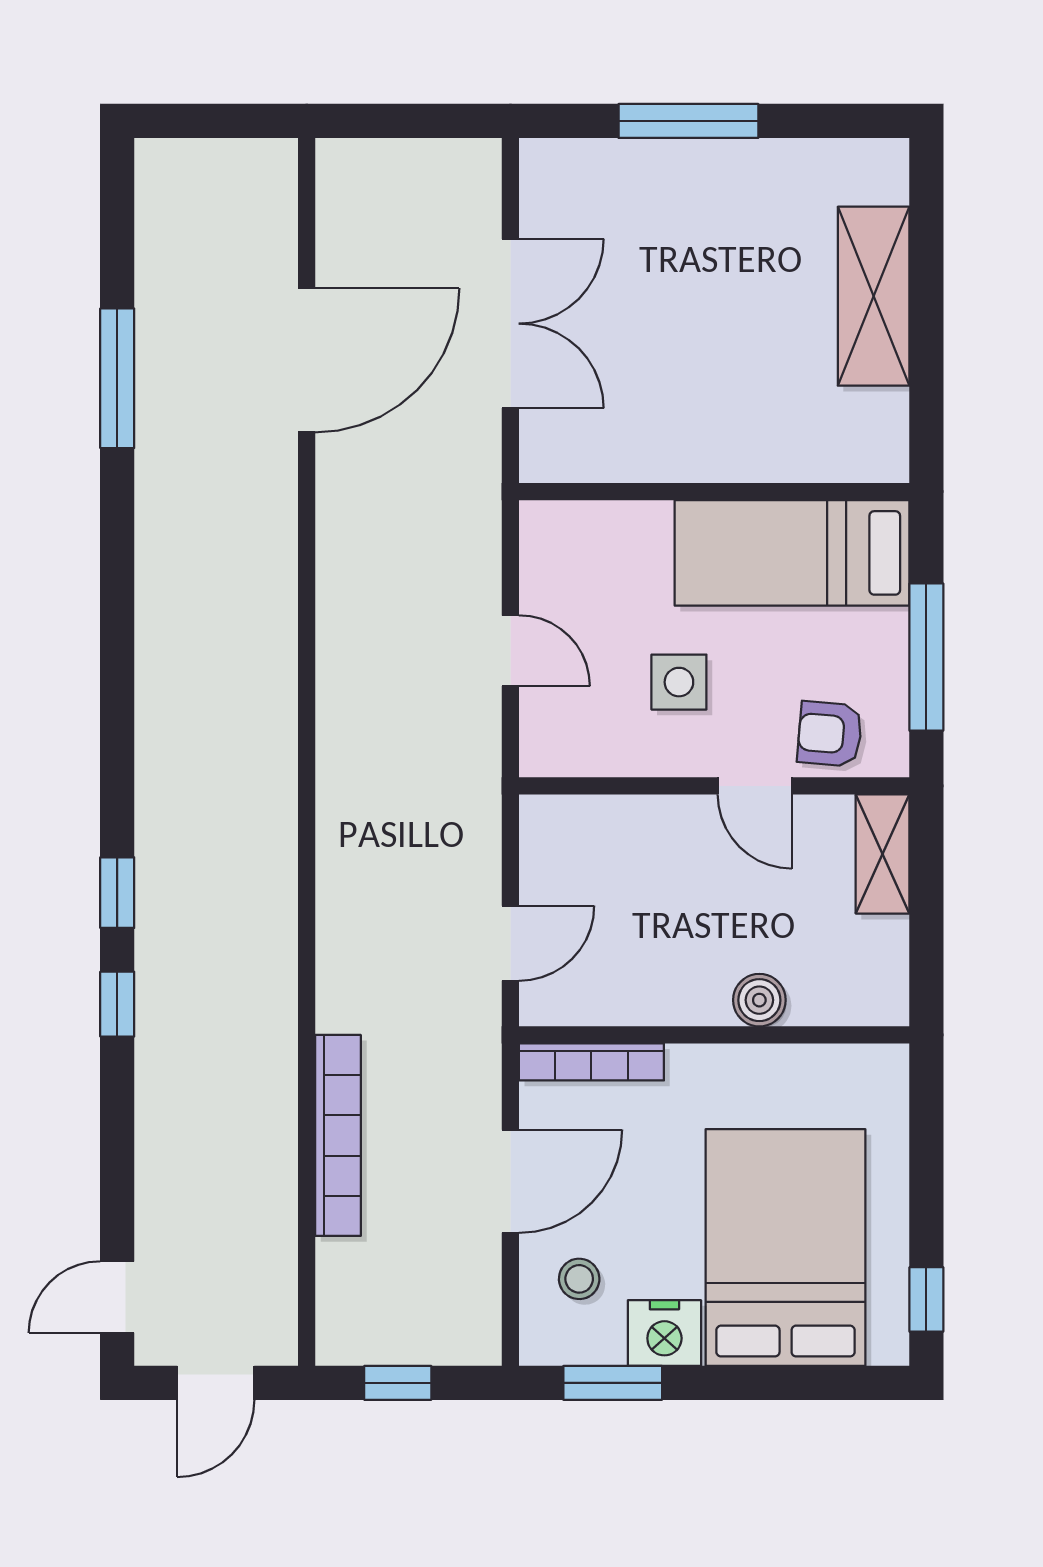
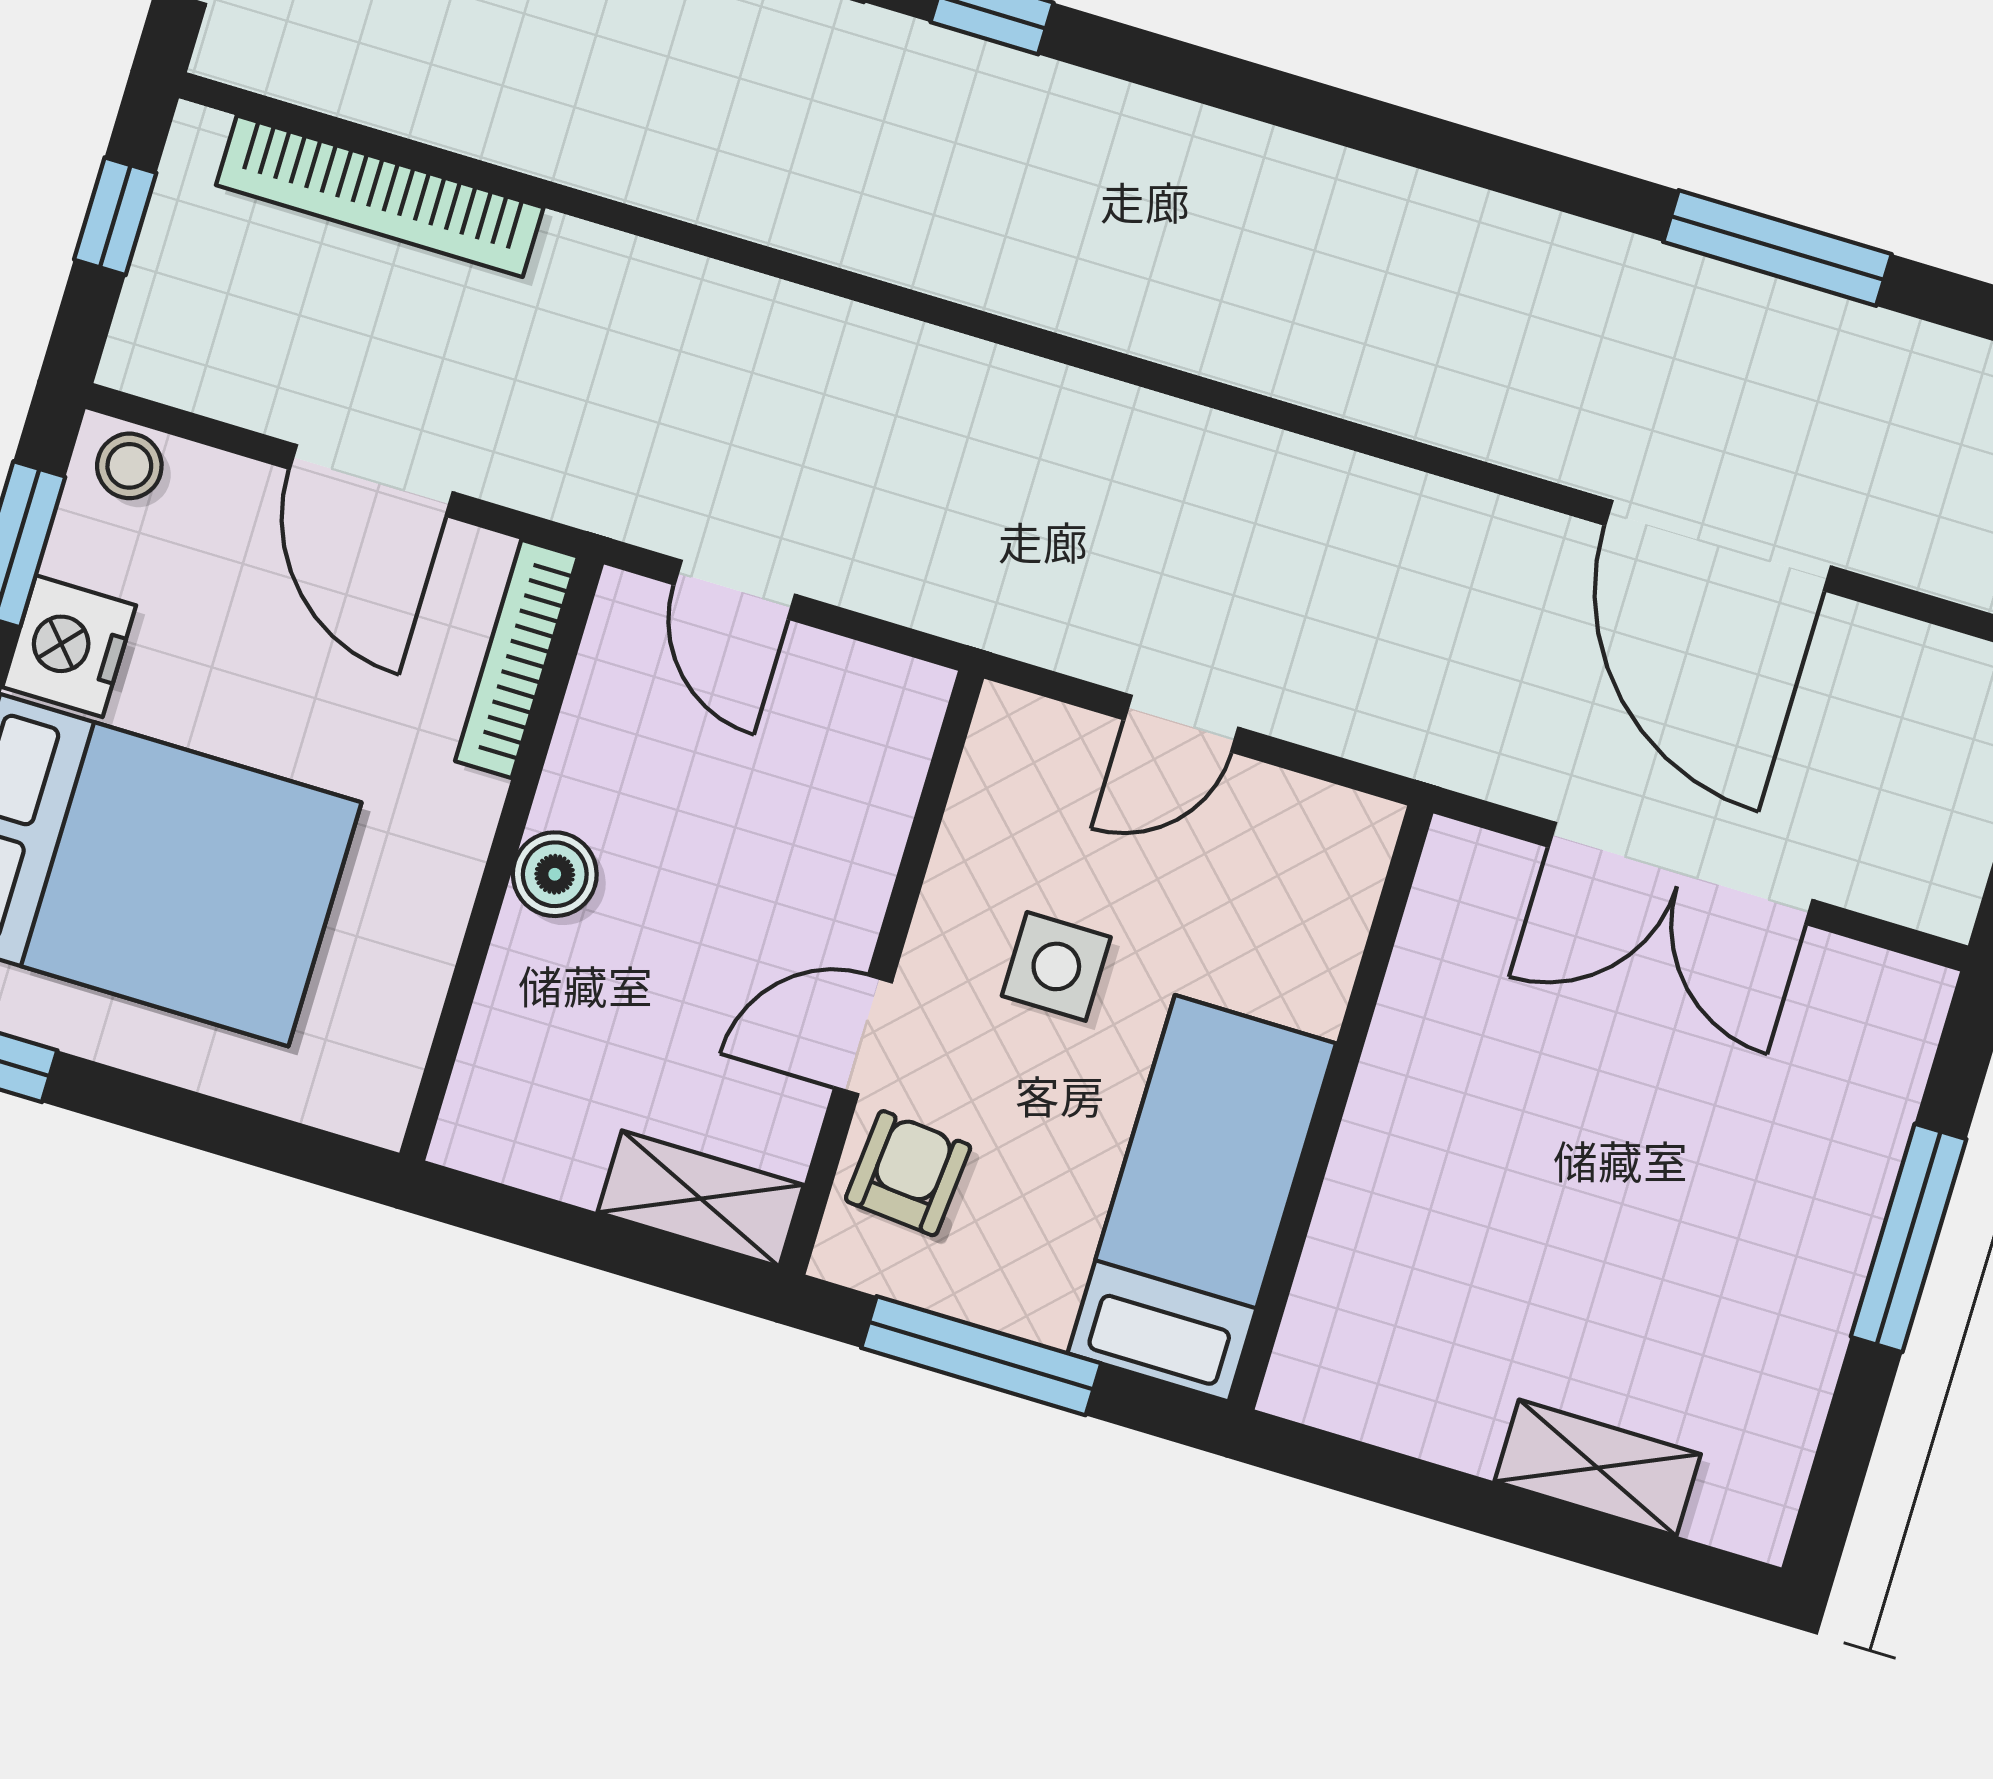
shelving: (874, 296) -> (1598, 1468), width x0.67, depth x0.75
boiler: (759, 1000) -> (555, 874), moved
bookcase: (338, 1135) -> (380, 196), moved
stool: (579, 1279) -> (129, 466), moved

